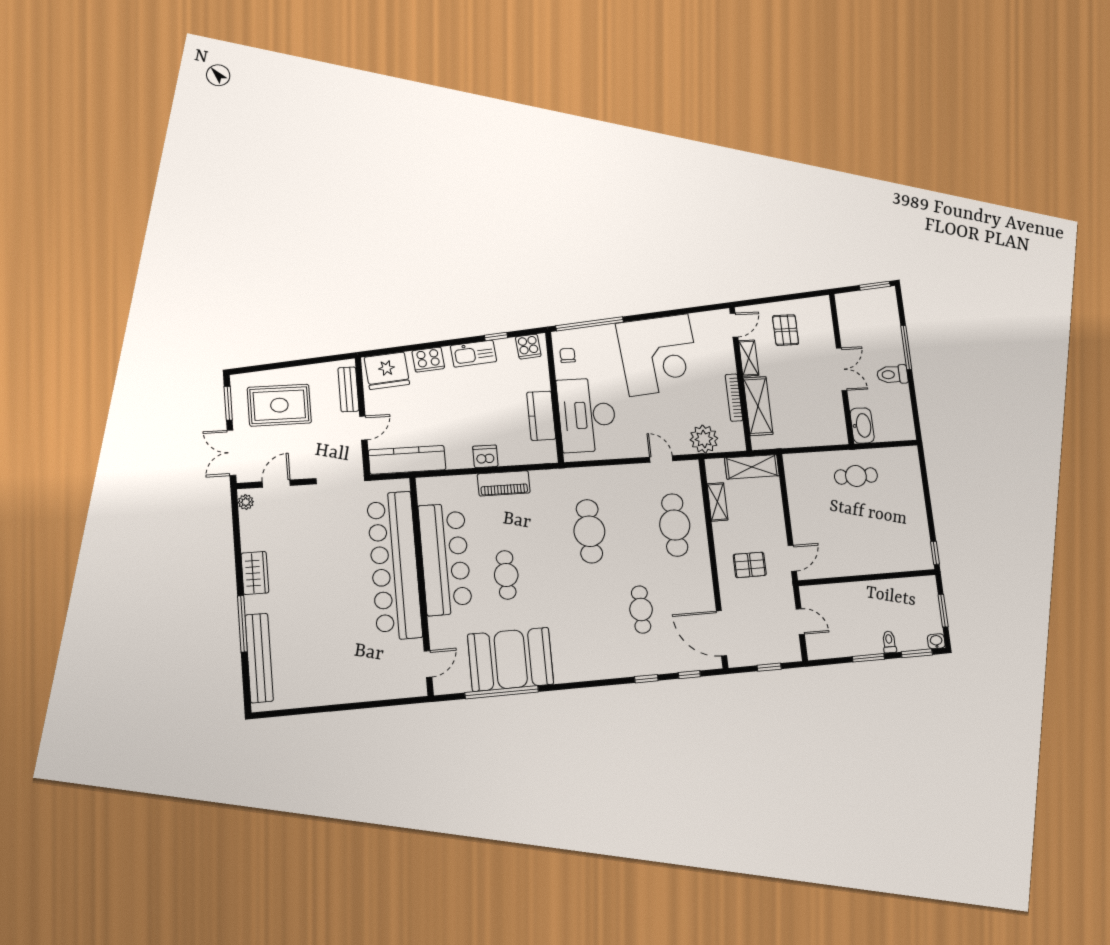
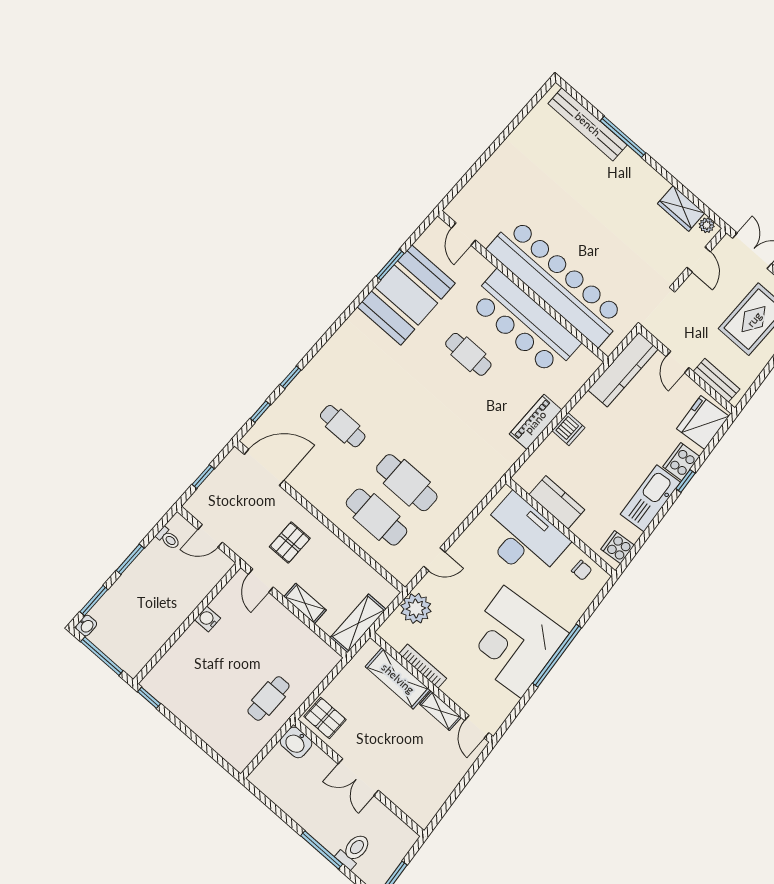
window: (590, 324) -> (557, 656), moved
pallet: (786, 330) -> (325, 718), moved
window: (496, 336) -> (685, 481), moved
kitchen sink: (474, 354) -> (650, 498), width x1.36, depth x1.24
toilet: (892, 374) -> (354, 851), moved
washbasin: (862, 426) -> (296, 742), width x0.72
shelving: (717, 502) -> (305, 603), moved
cafe table: (589, 531) -> (407, 483), moved
water cooler: (851, 567) -> (208, 619), added
wardrobe: (255, 573) -> (681, 208), moved
window: (943, 611) -> (102, 656), width x1.44
toilet: (889, 642) -> (168, 538), moved
window: (502, 692) -> (390, 265), width x0.47

